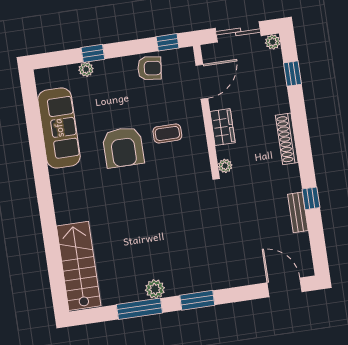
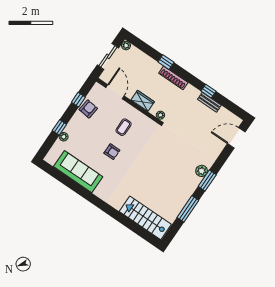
window: (168, 42) -> (78, 100), moved
window: (292, 74) -> (166, 62), moved
armchair: (123, 147) -> (112, 152), width x0.53, depth x0.53
plant: (155, 289) -> (202, 171), moved

